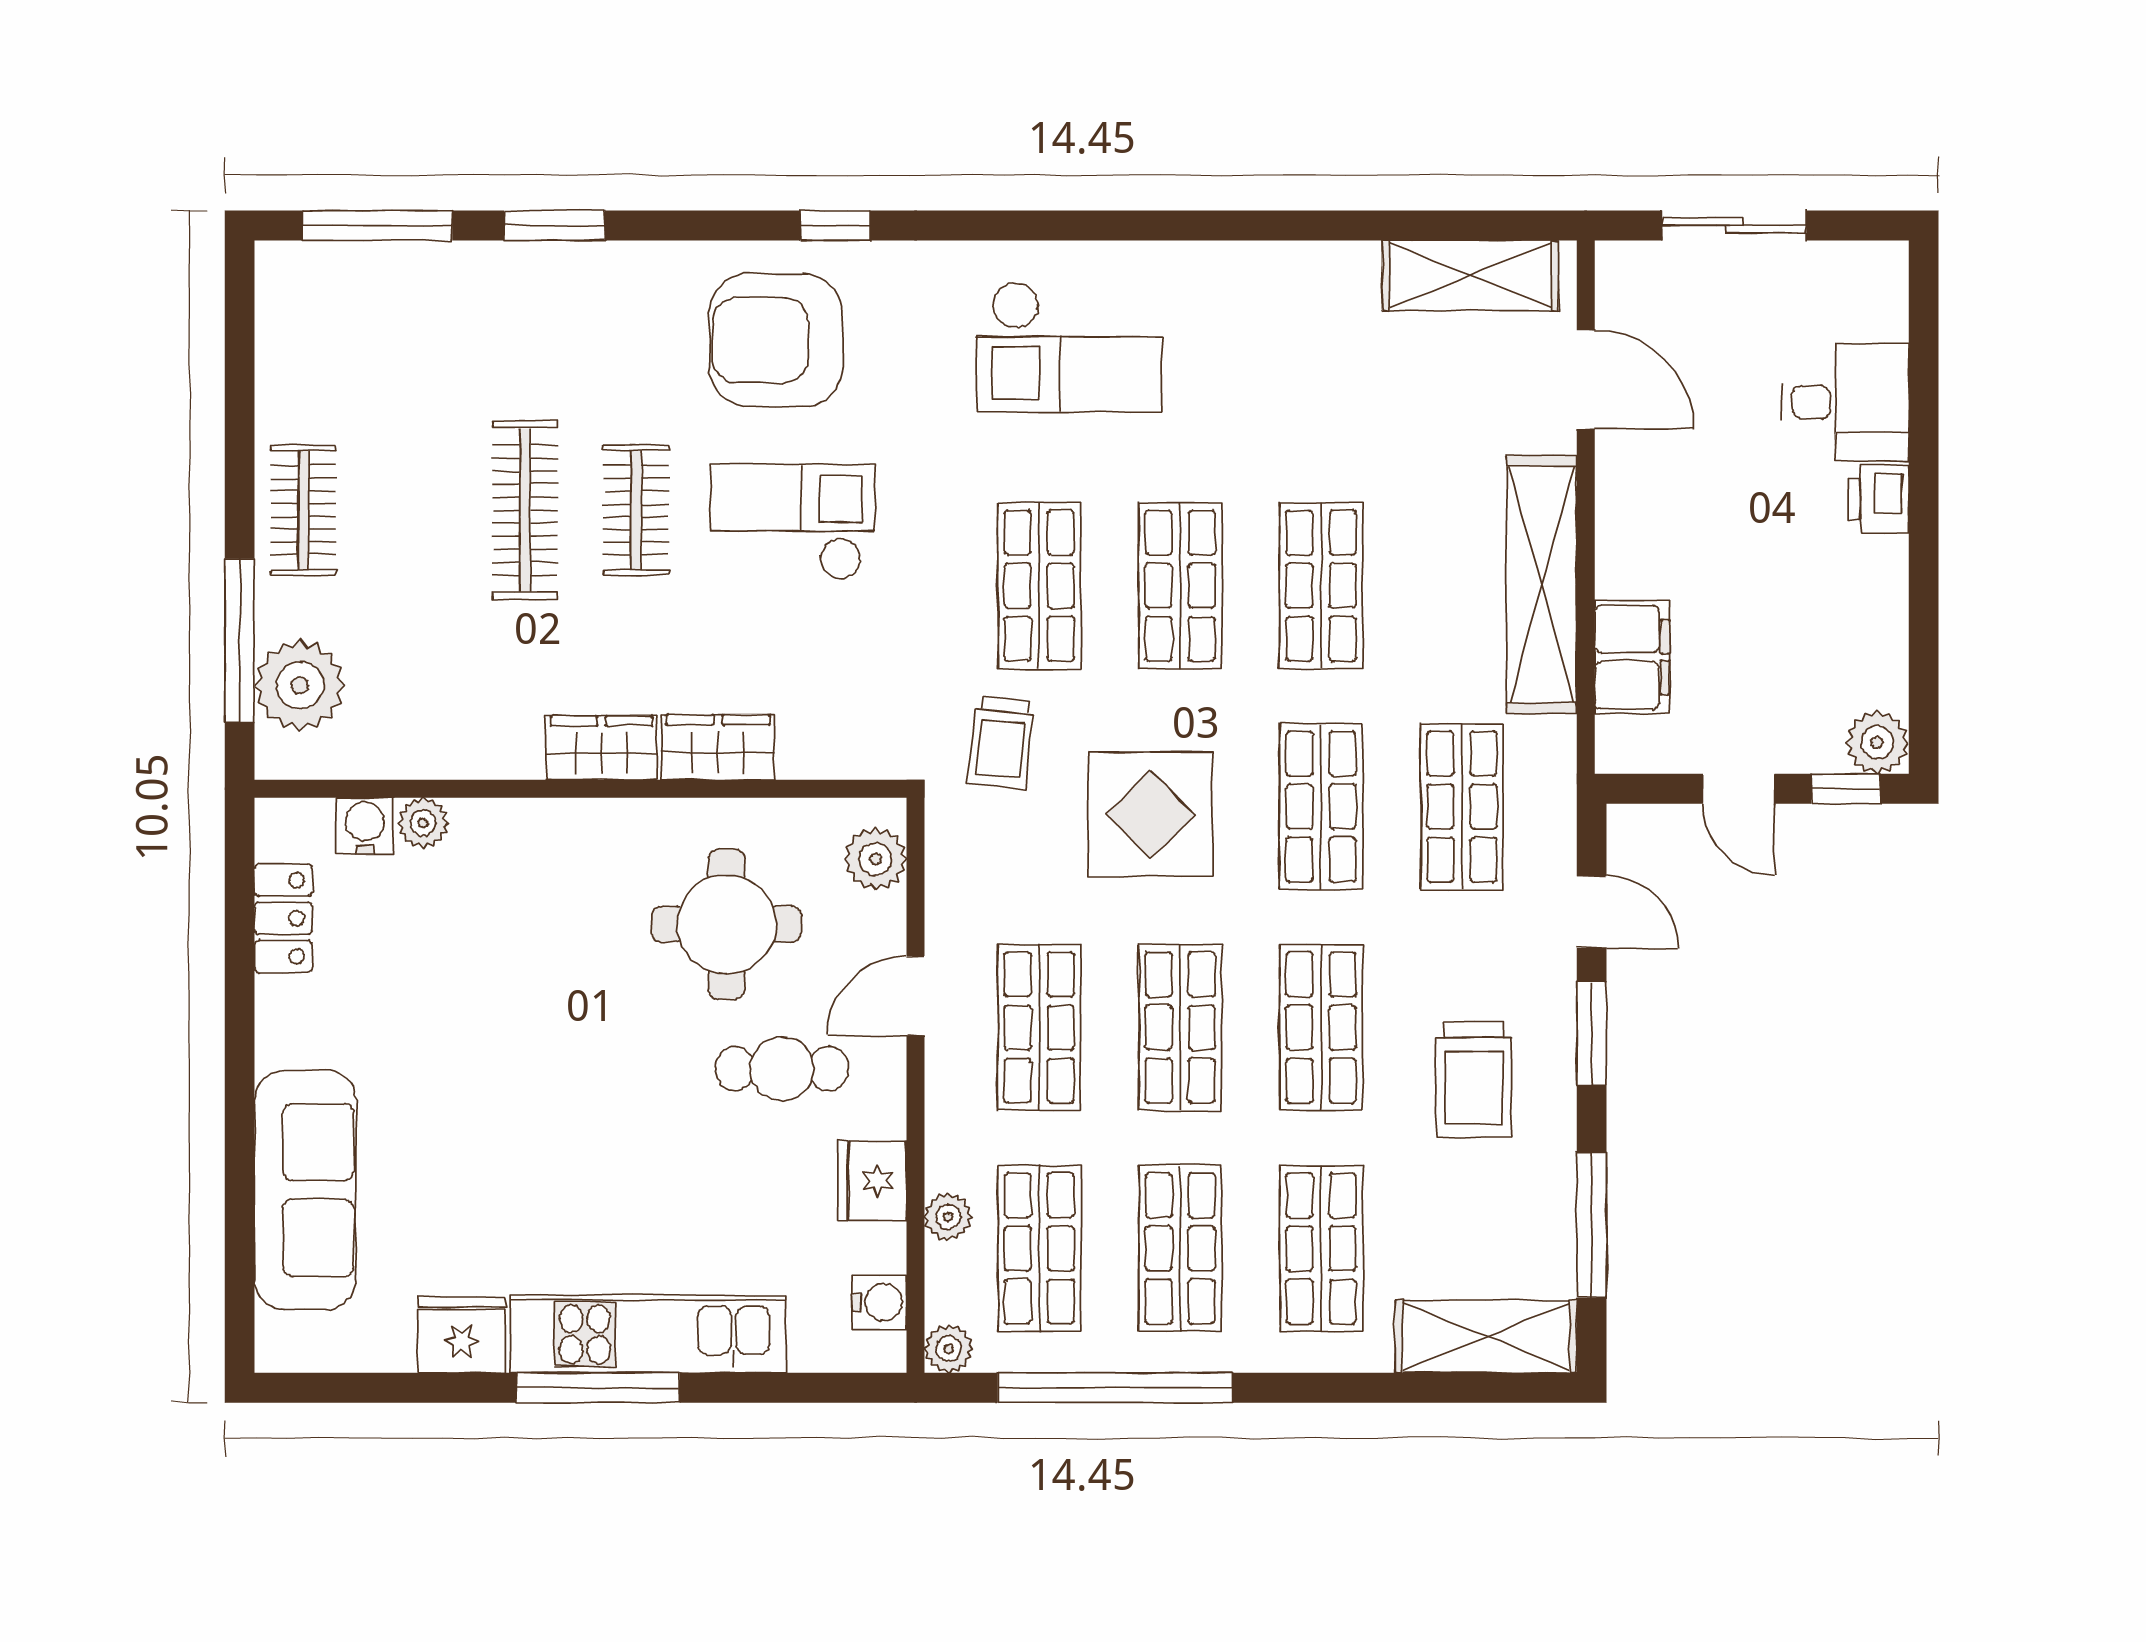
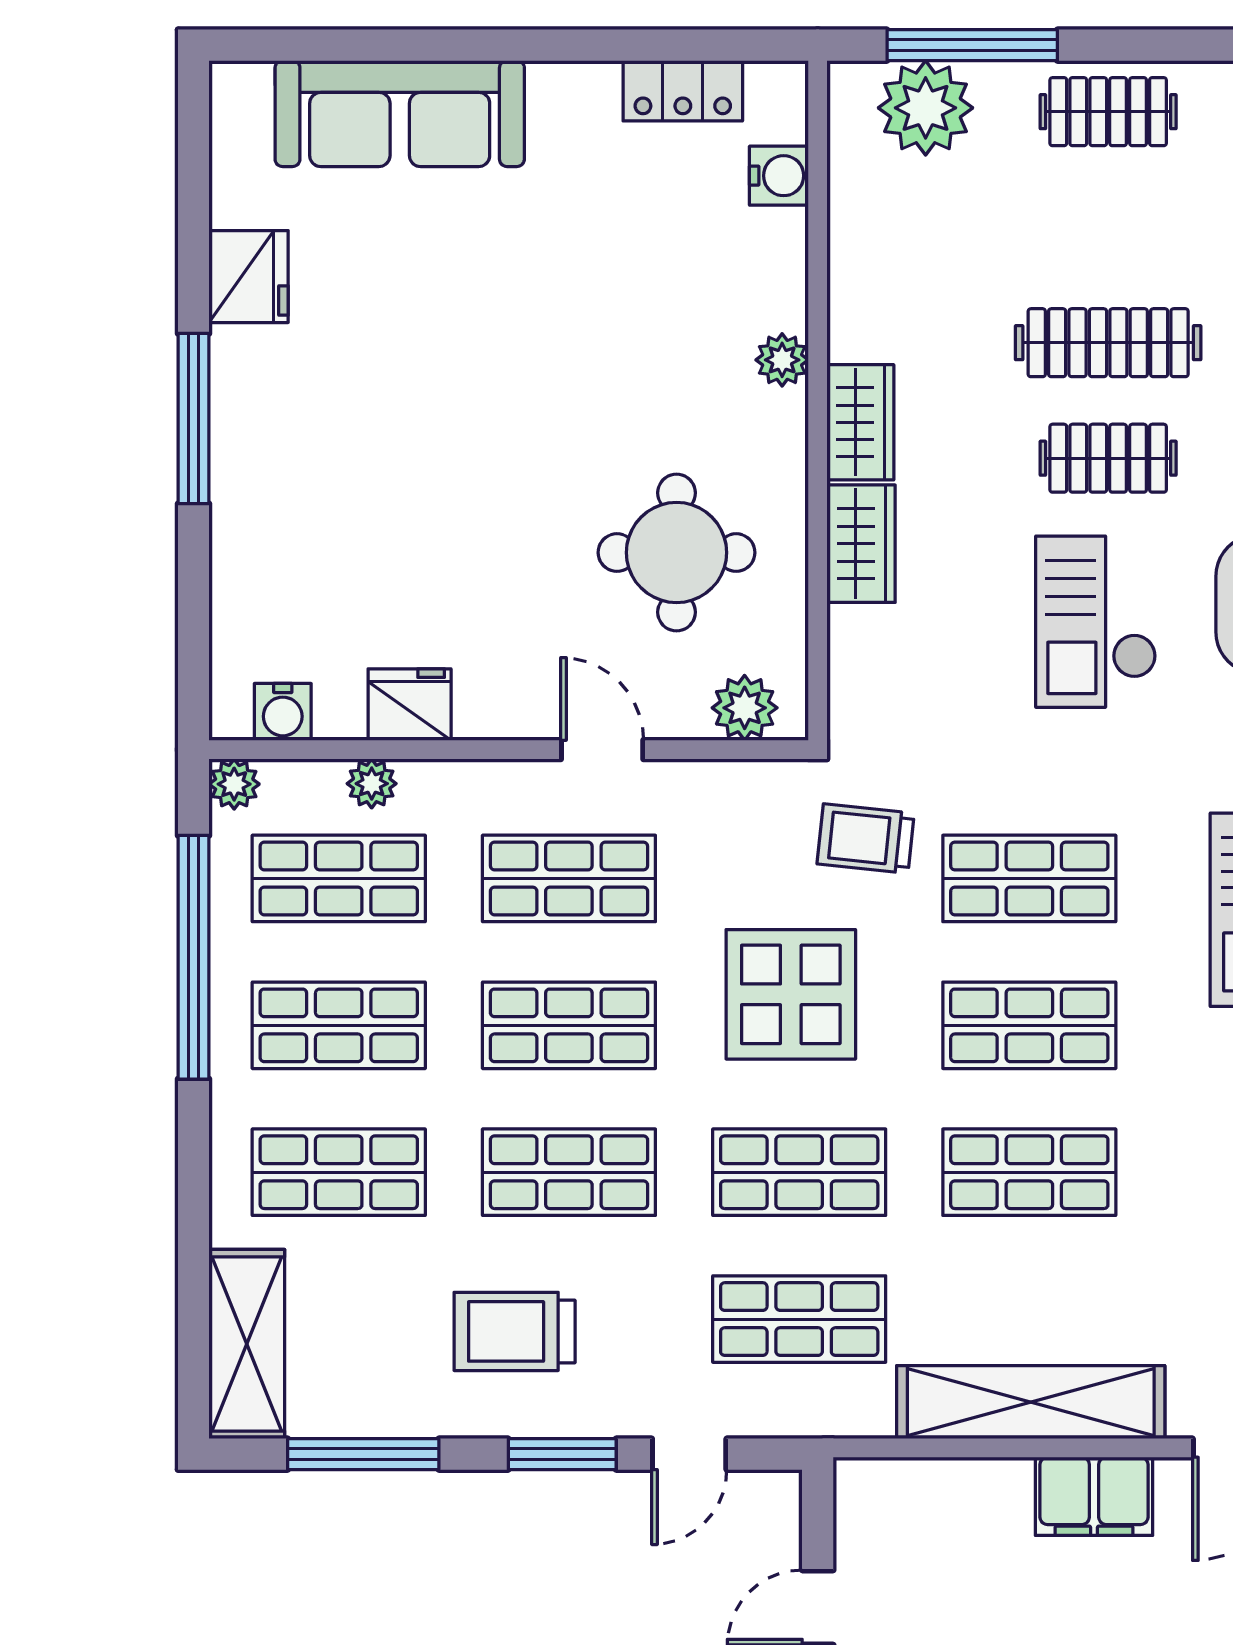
checkout: (793, 522) -> (1096, 622), turned 180
filing cabinet: (1632, 657) -> (1094, 1496), moved
plant: (423, 823) -> (782, 360), moved
cafe table: (782, 1069) -> (526, 610), removed
kitchen unit: (648, 1334) -> (249, 471), removed

